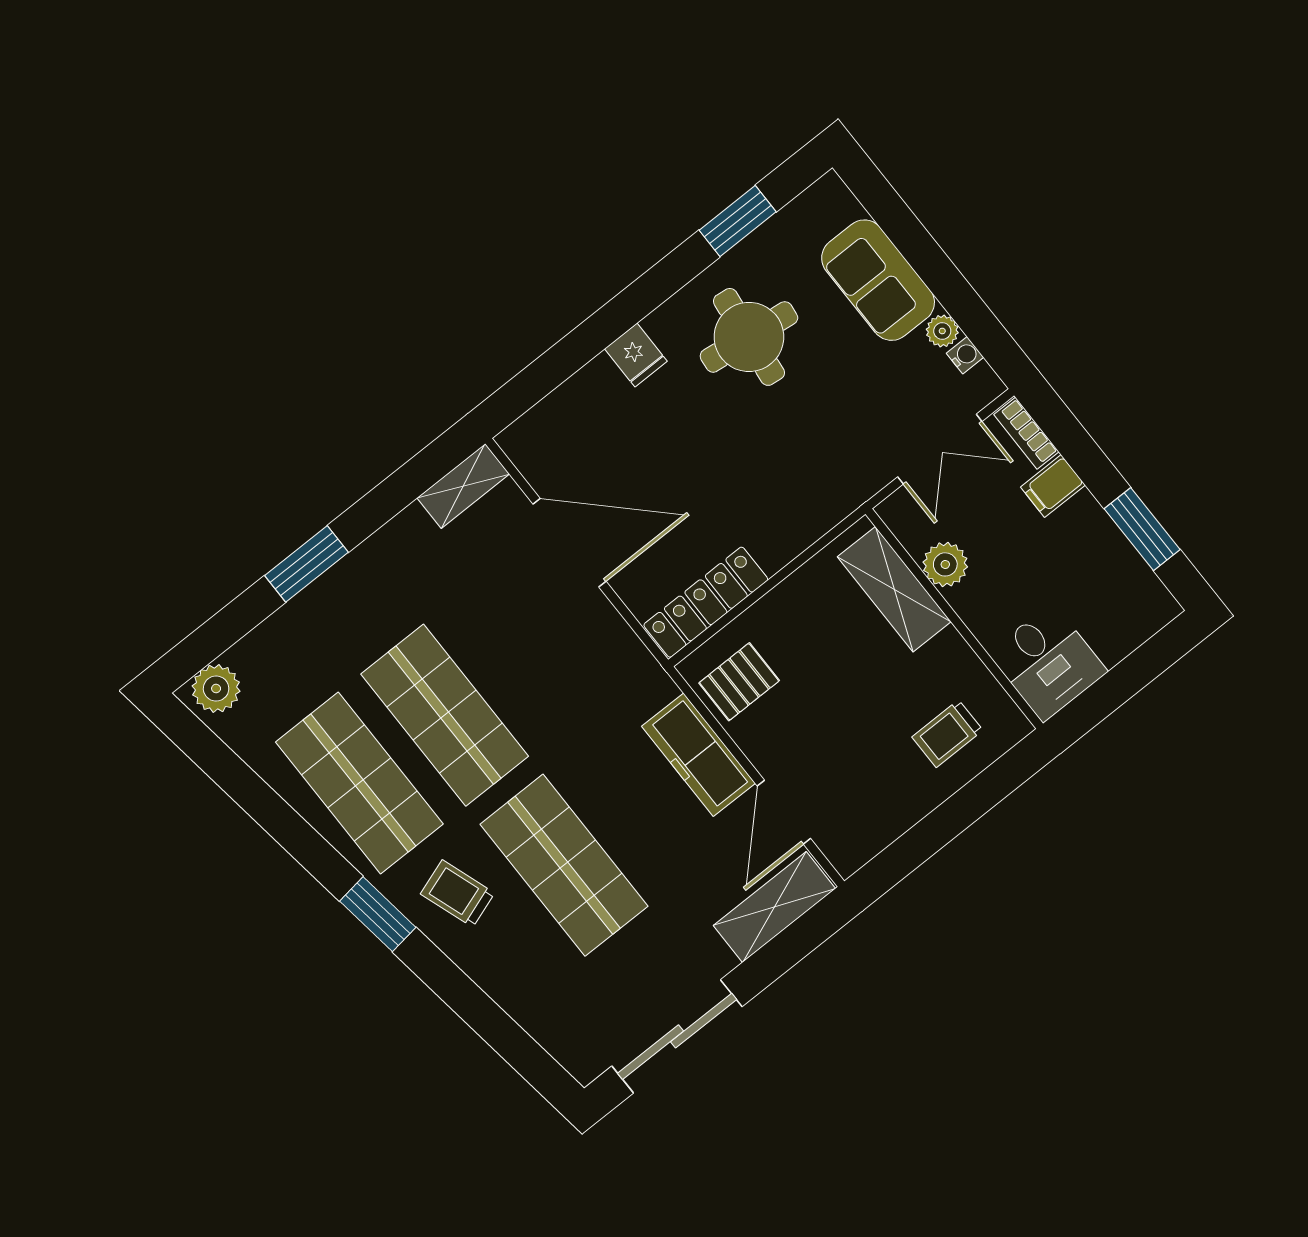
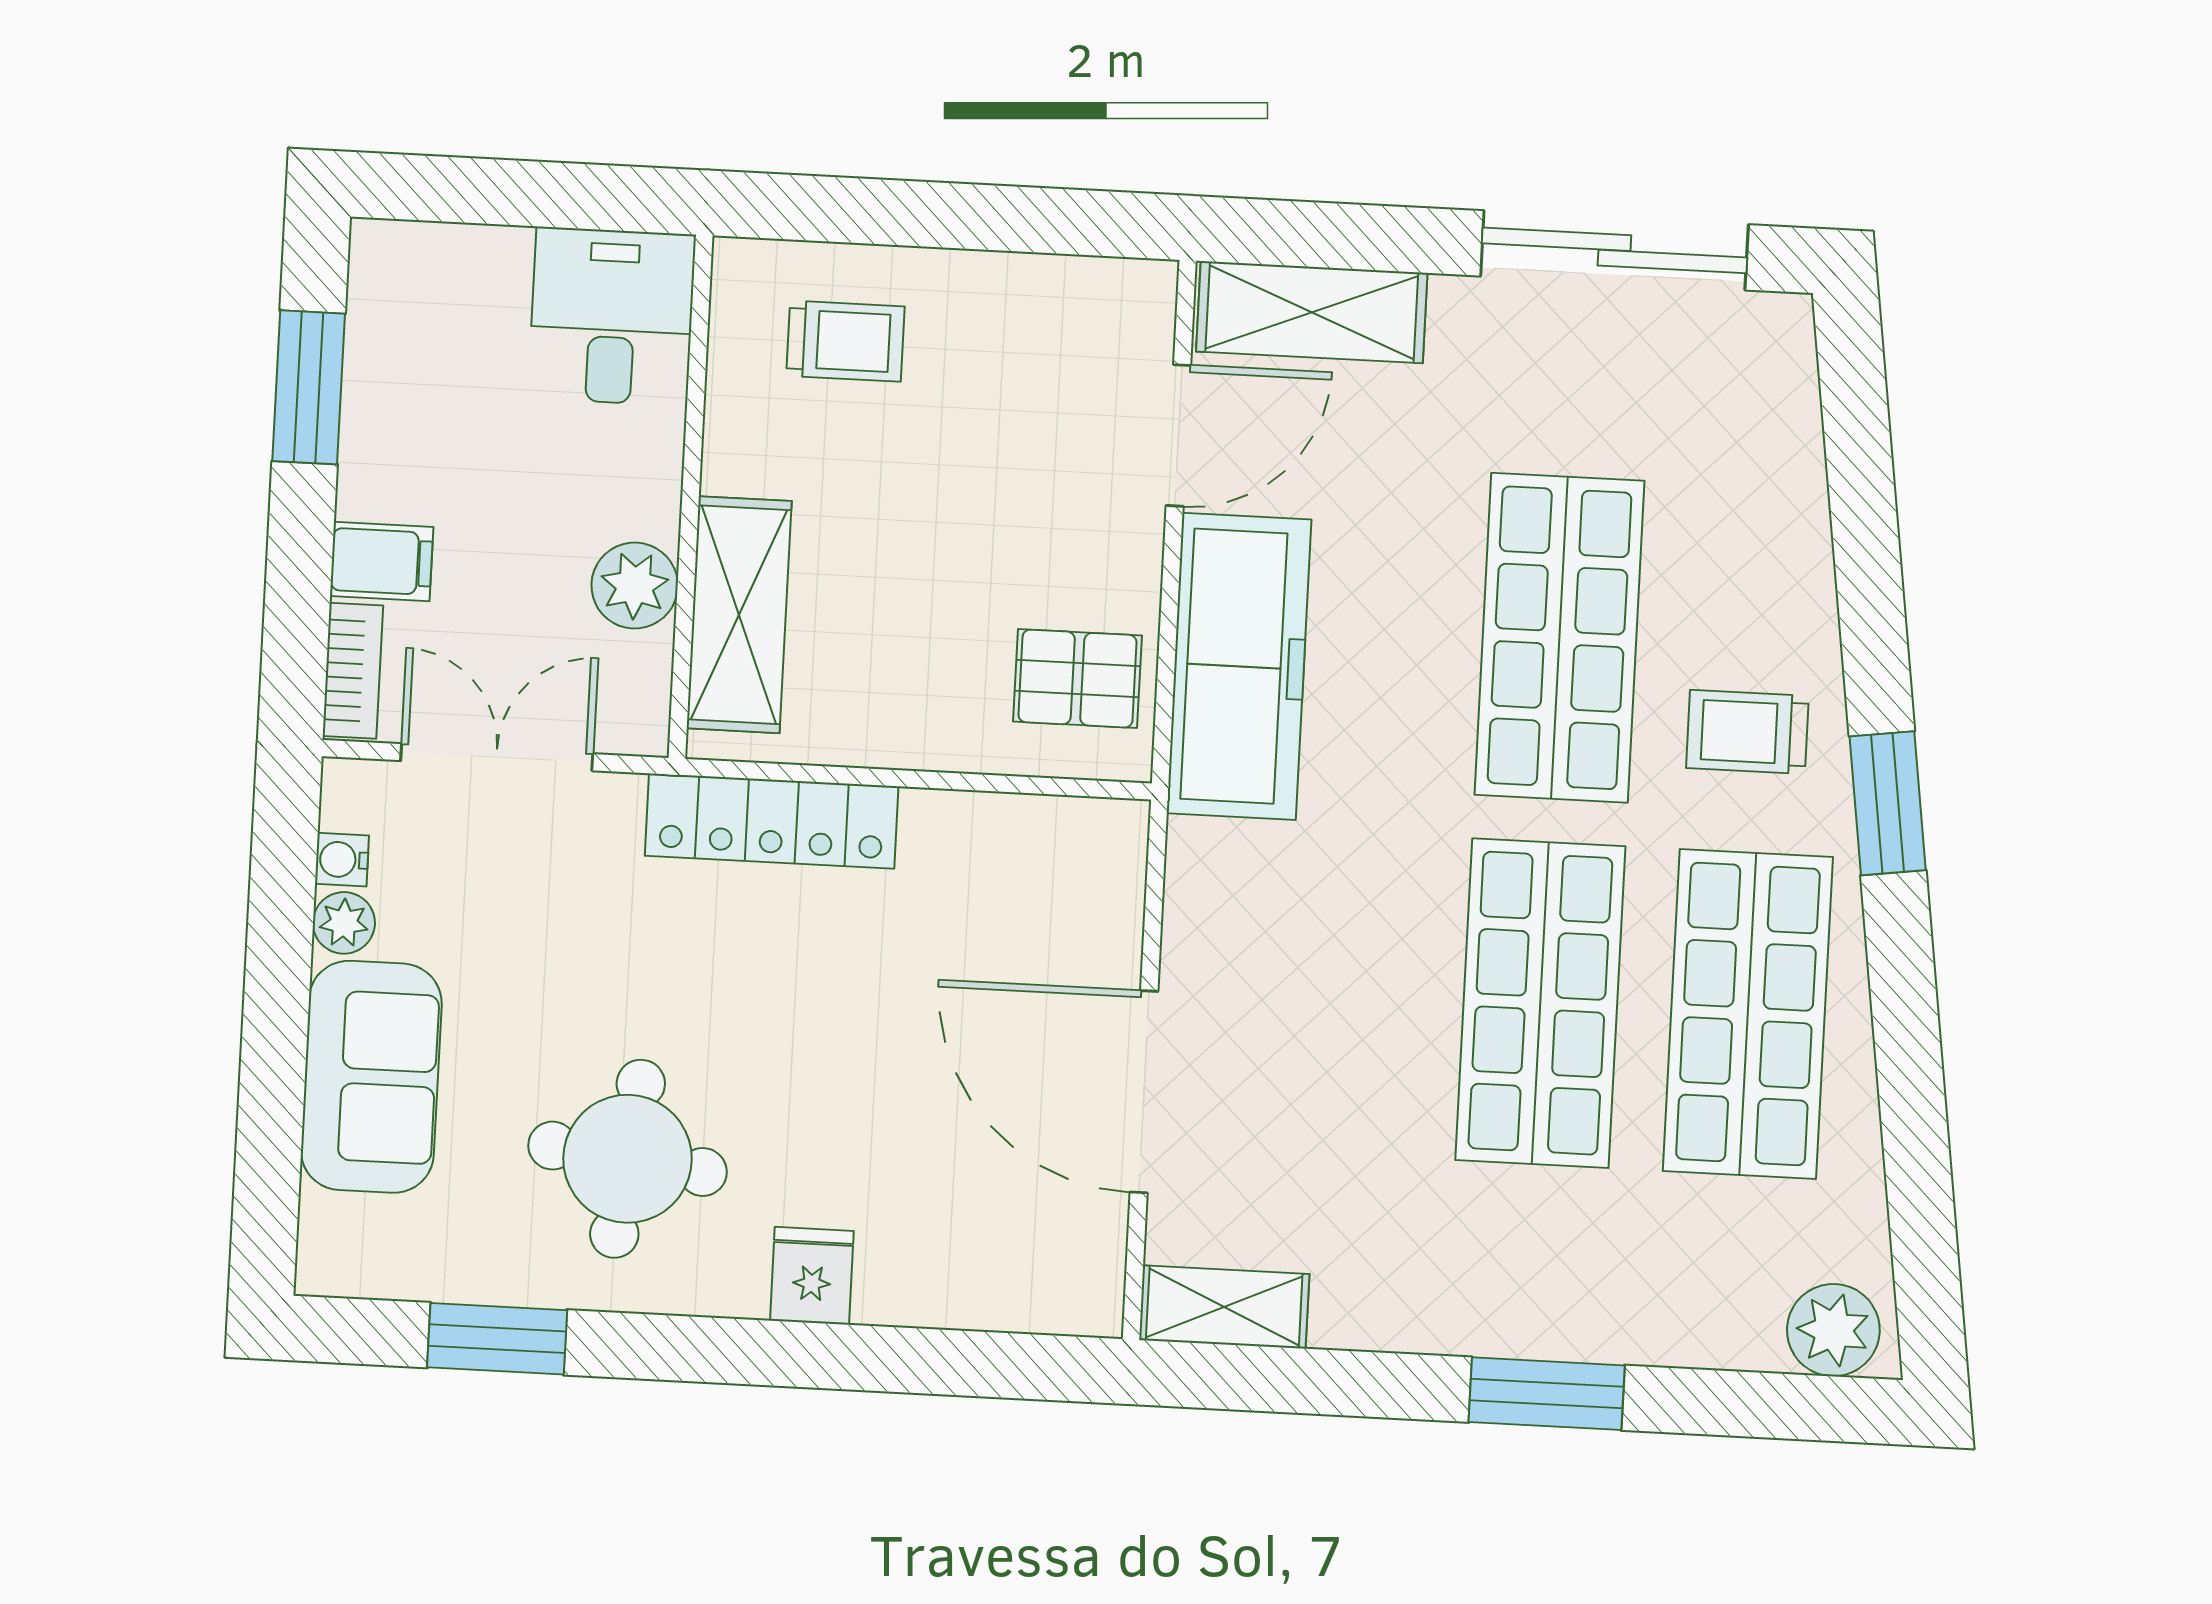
locker: (706, 602) -> (772, 821), moved
freezer: (699, 755) -> (1239, 666), width x1.36, depth x1.26
trolley: (458, 894) -> (1747, 732), turned 109

